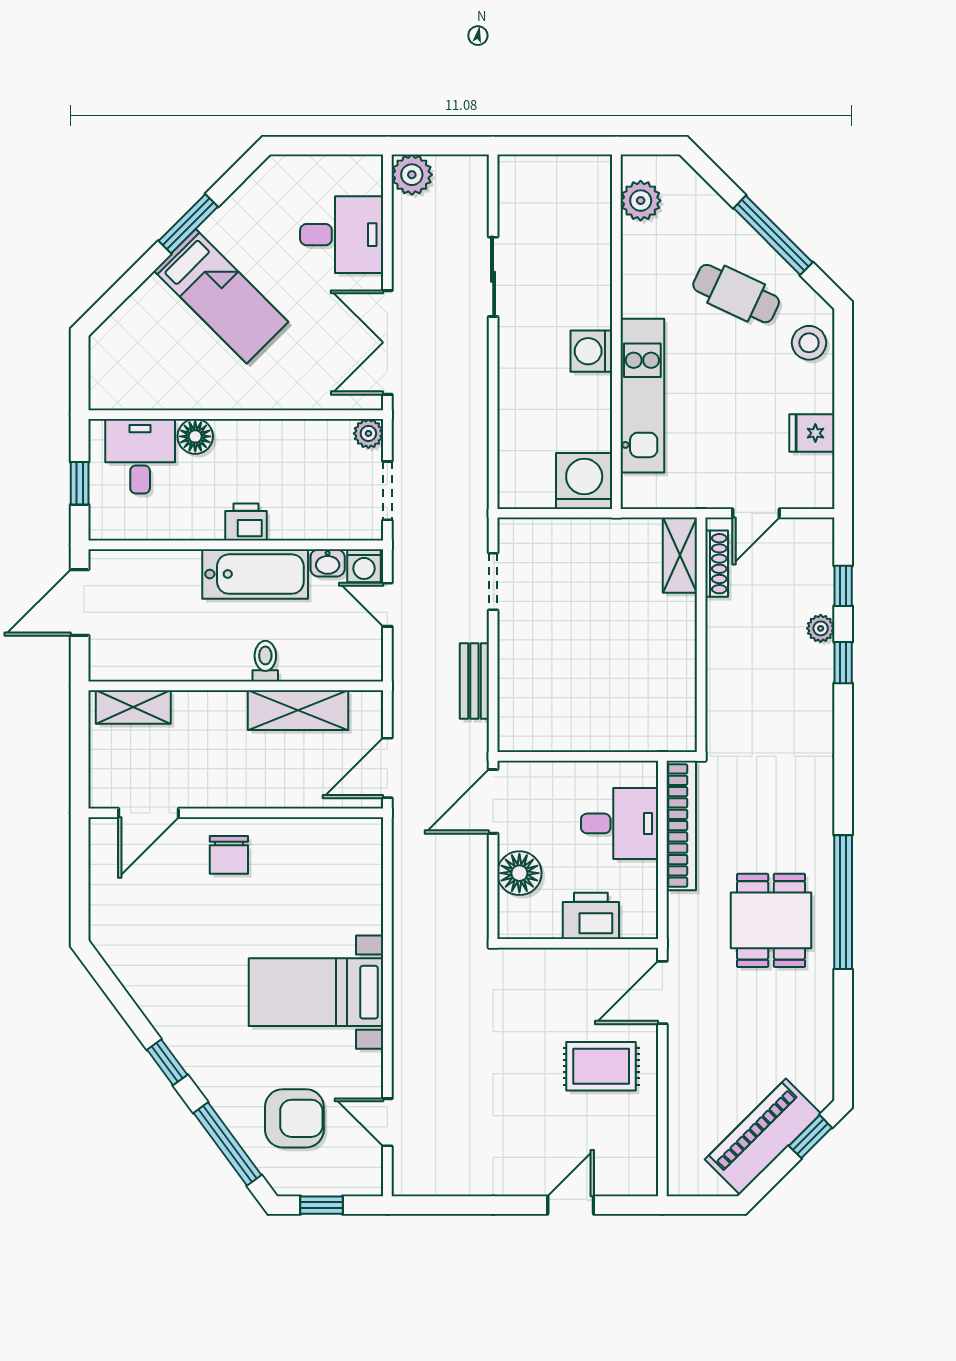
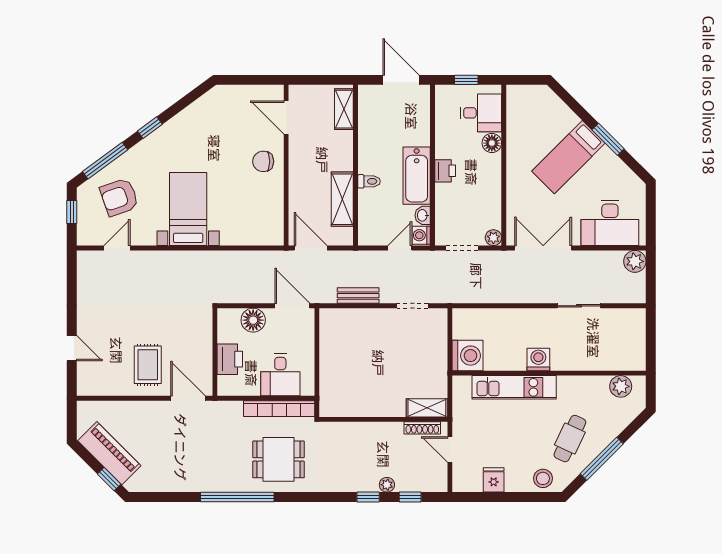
desk: (342, 235) -> (610, 223), width x1.37
dining table: (771, 920) -> (279, 459), moved
armchair: (294, 1118) -> (119, 197), turned 71

